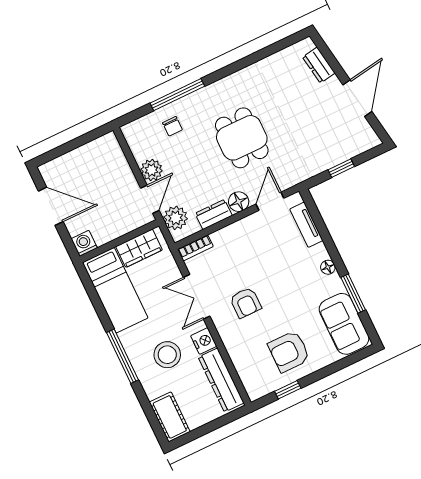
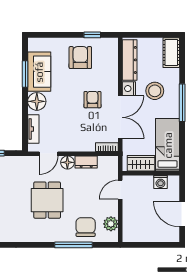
chair: (172, 126) -> (86, 227), width x1.87, depth x1.87
plant: (152, 170) -> (111, 224), moved
plant: (176, 218) -> (110, 171), removed
washing machine: (84, 243) -> (160, 182), moved
floor lamp: (328, 267) -> (37, 101), width x1.89, depth x1.89
double door: (197, 297) -> (120, 117), width x1.37
sofa: (344, 324) -> (39, 72), moved
armchair: (289, 351) -> (80, 58), turned -90

